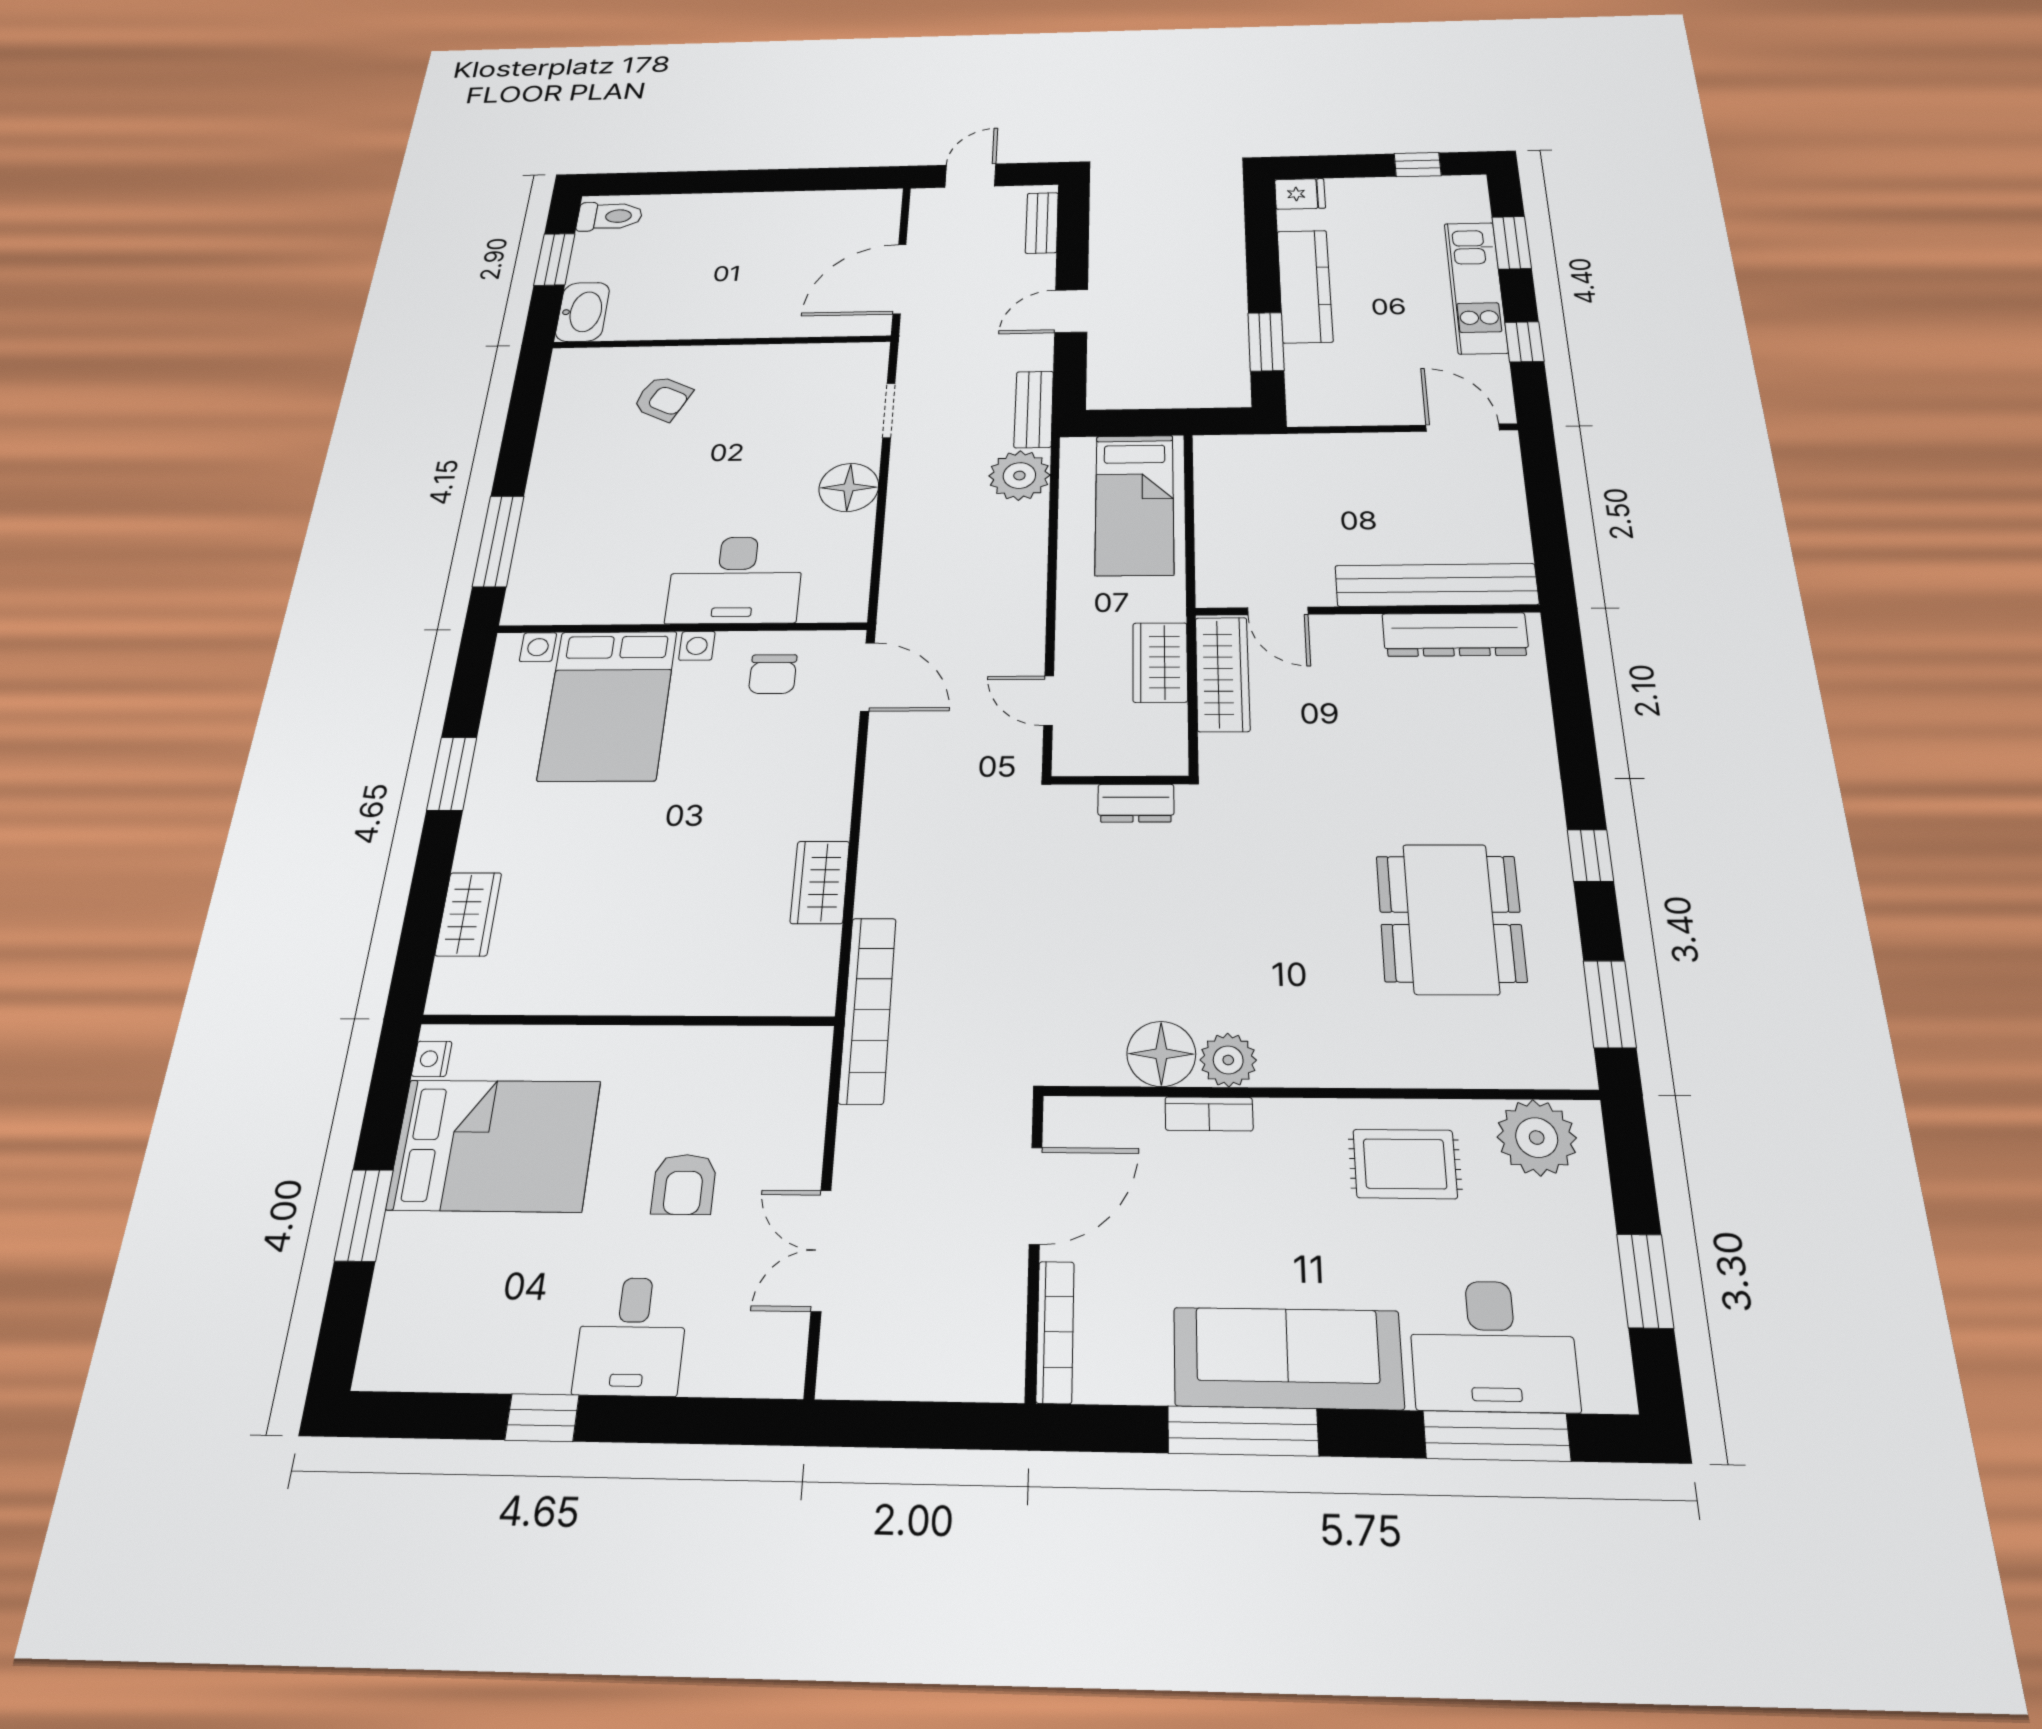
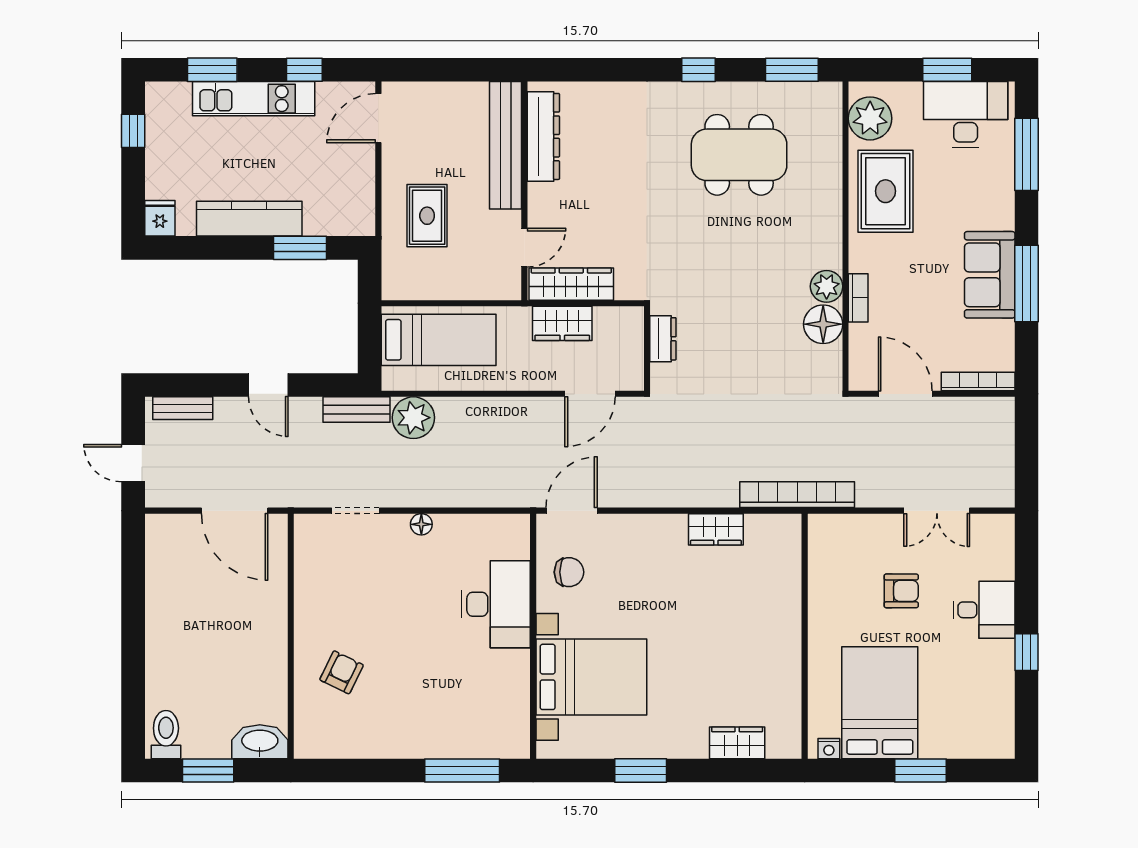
floor lamp: (849, 487) -> (421, 524), width x0.53, depth x0.53
rug: (1321, 488) -> (427, 216), added
door: (1049, 701) -> (590, 394), width x1.37
rug: (1405, 1164) -> (886, 191), width x1.36, depth x1.43
desk: (1493, 1346) -> (966, 114), moved, turned -90
sofa: (1288, 1358) -> (990, 275), width x0.73

